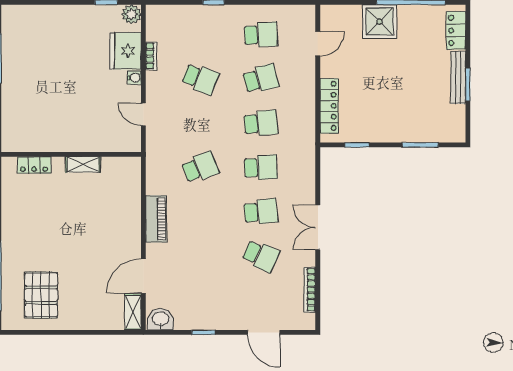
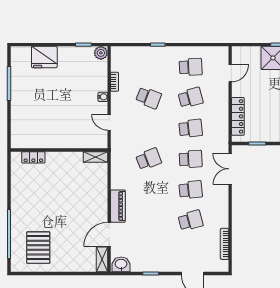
fridge: (126, 51) -> (44, 57), moved, turned -90
shelving: (83, 164) -> (95, 157), moved
piano: (156, 219) -> (118, 206), moved
double door: (318, 227) -> (230, 169), moved
school desk: (261, 256) -> (191, 220), turned -39

